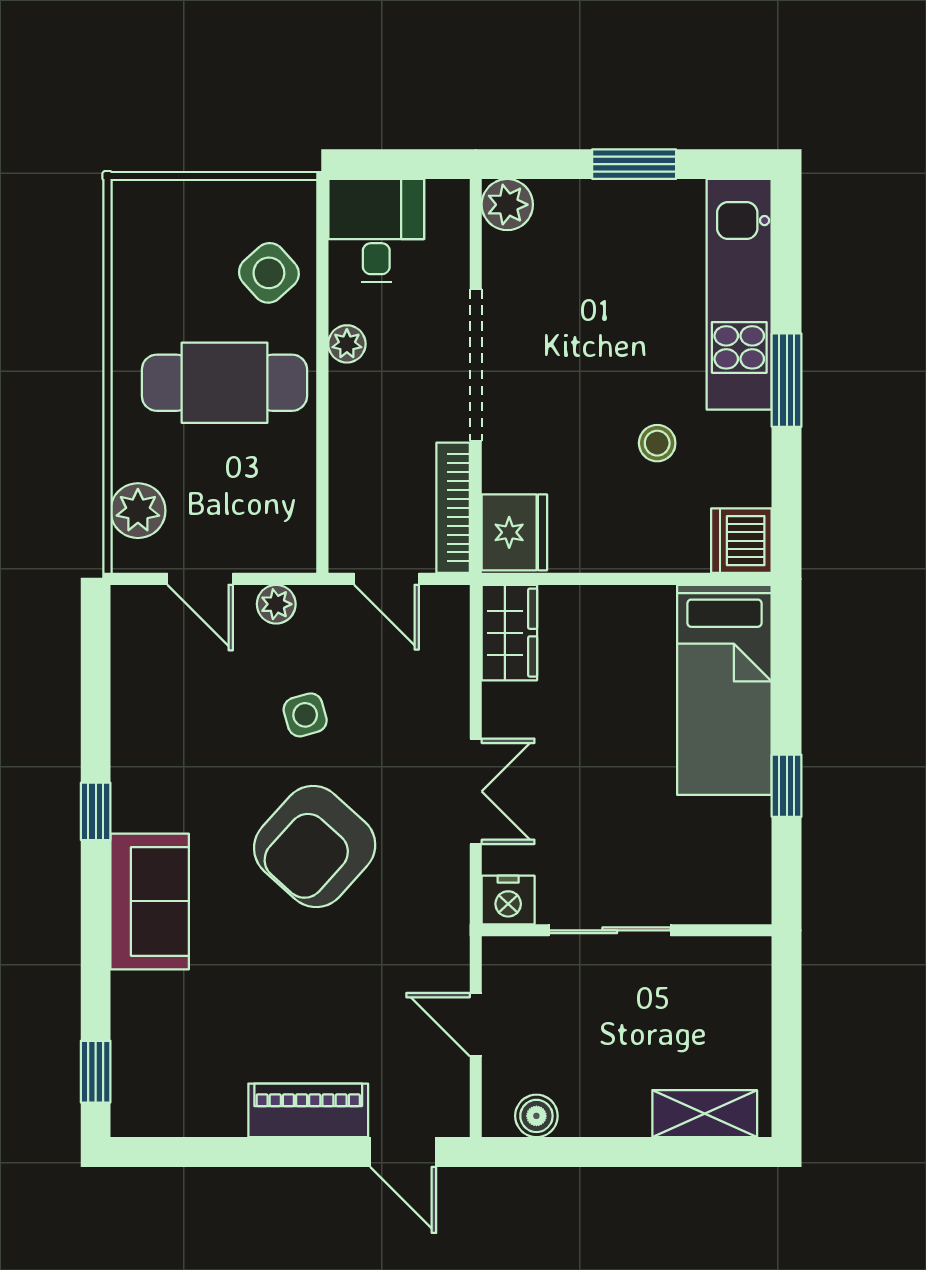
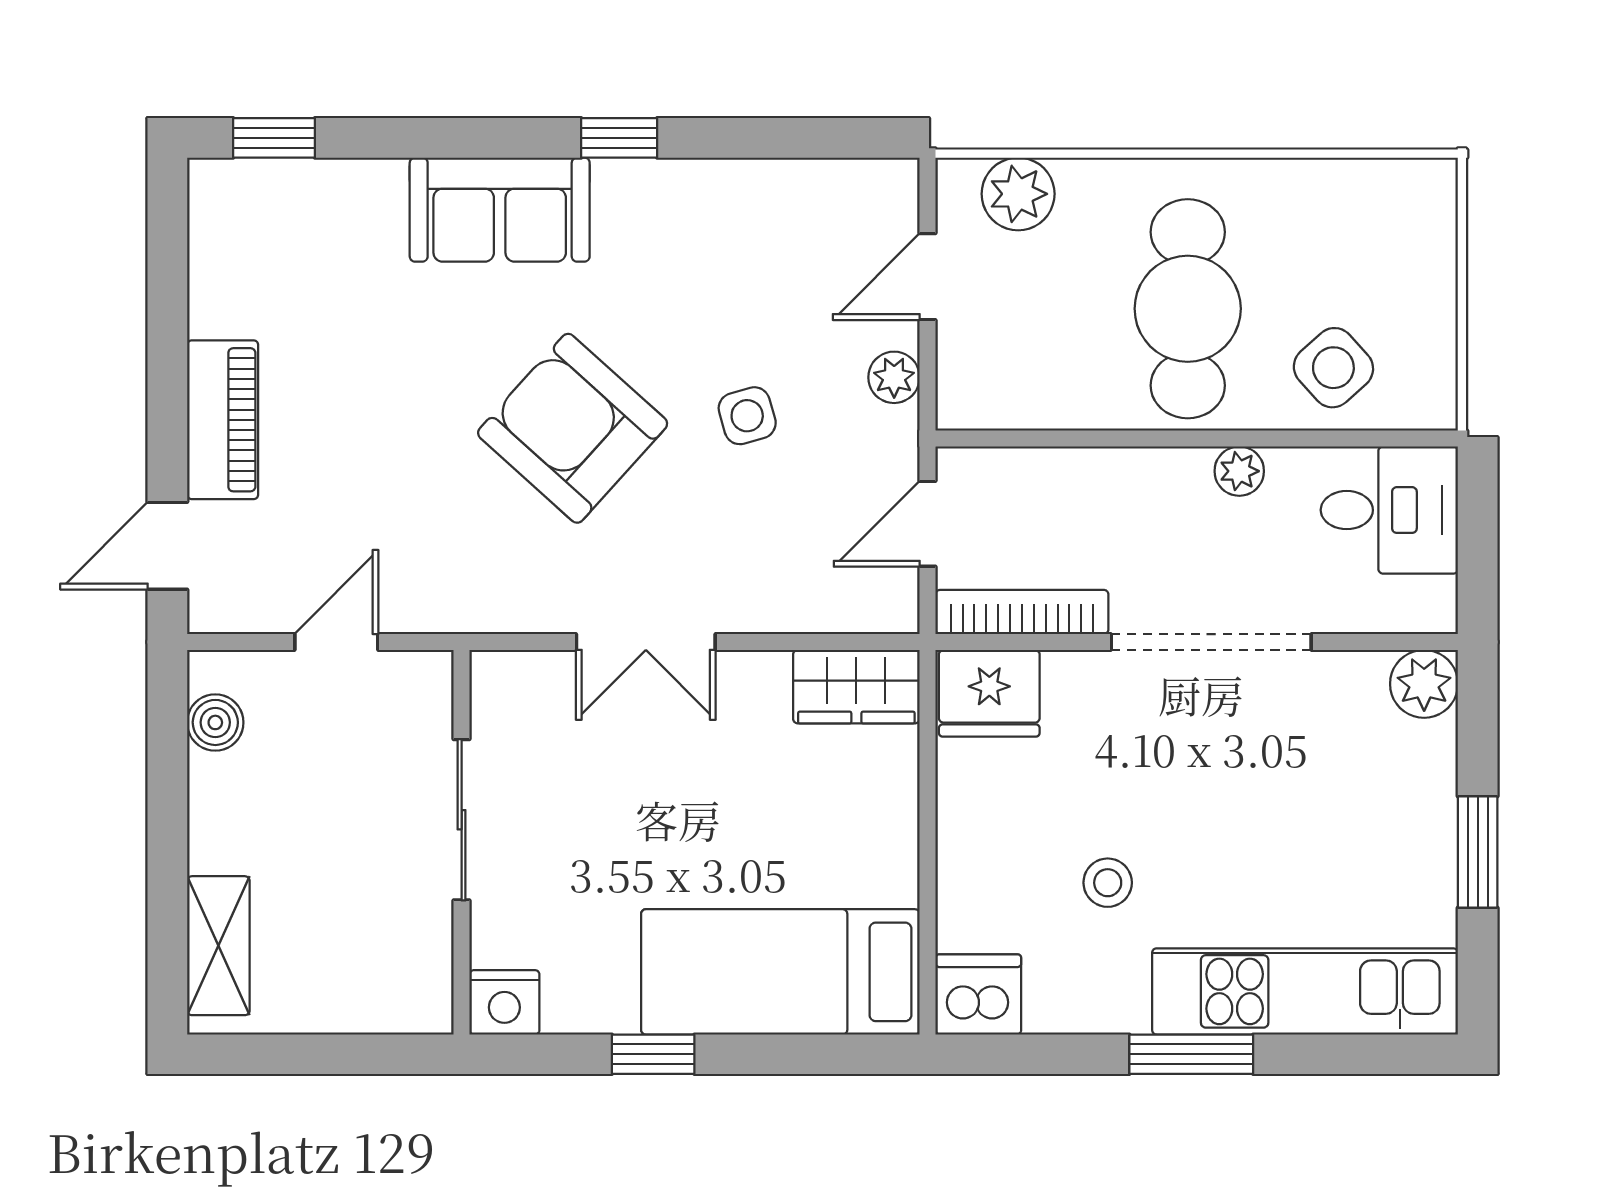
nightstand: (508, 900) -> (504, 1002), moved, turned -90

